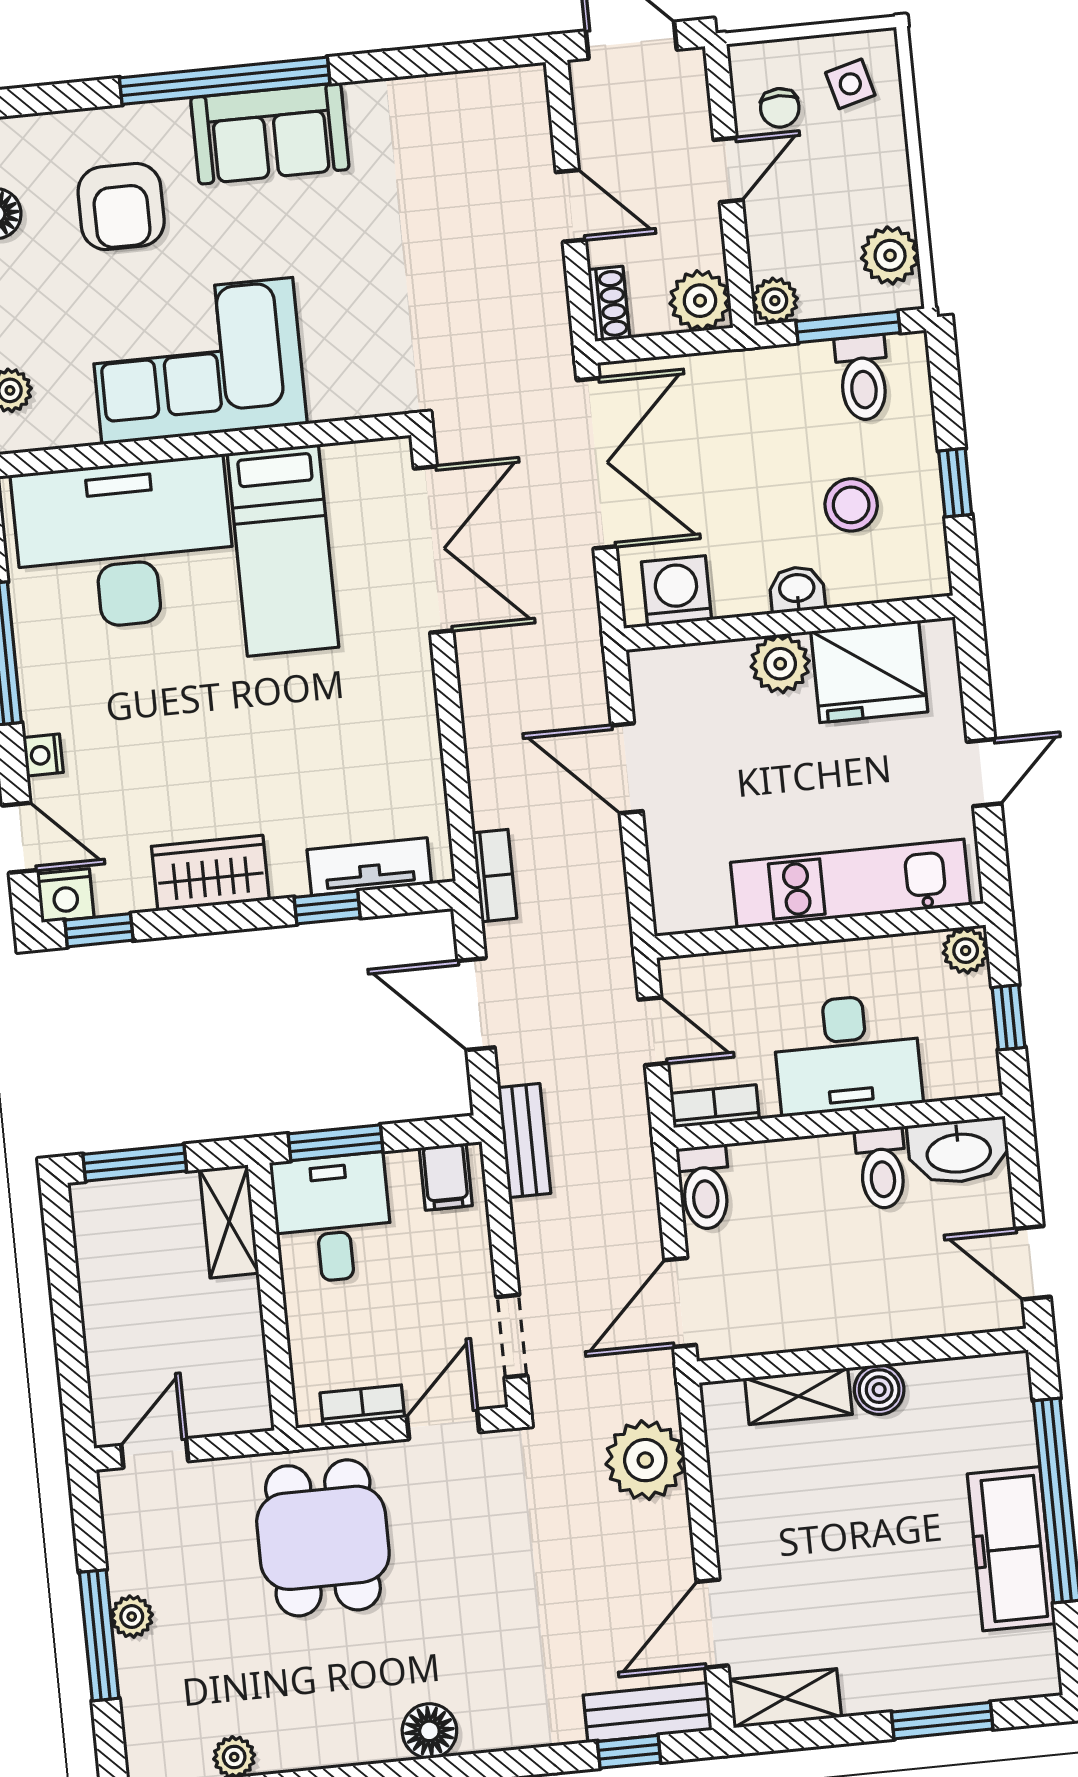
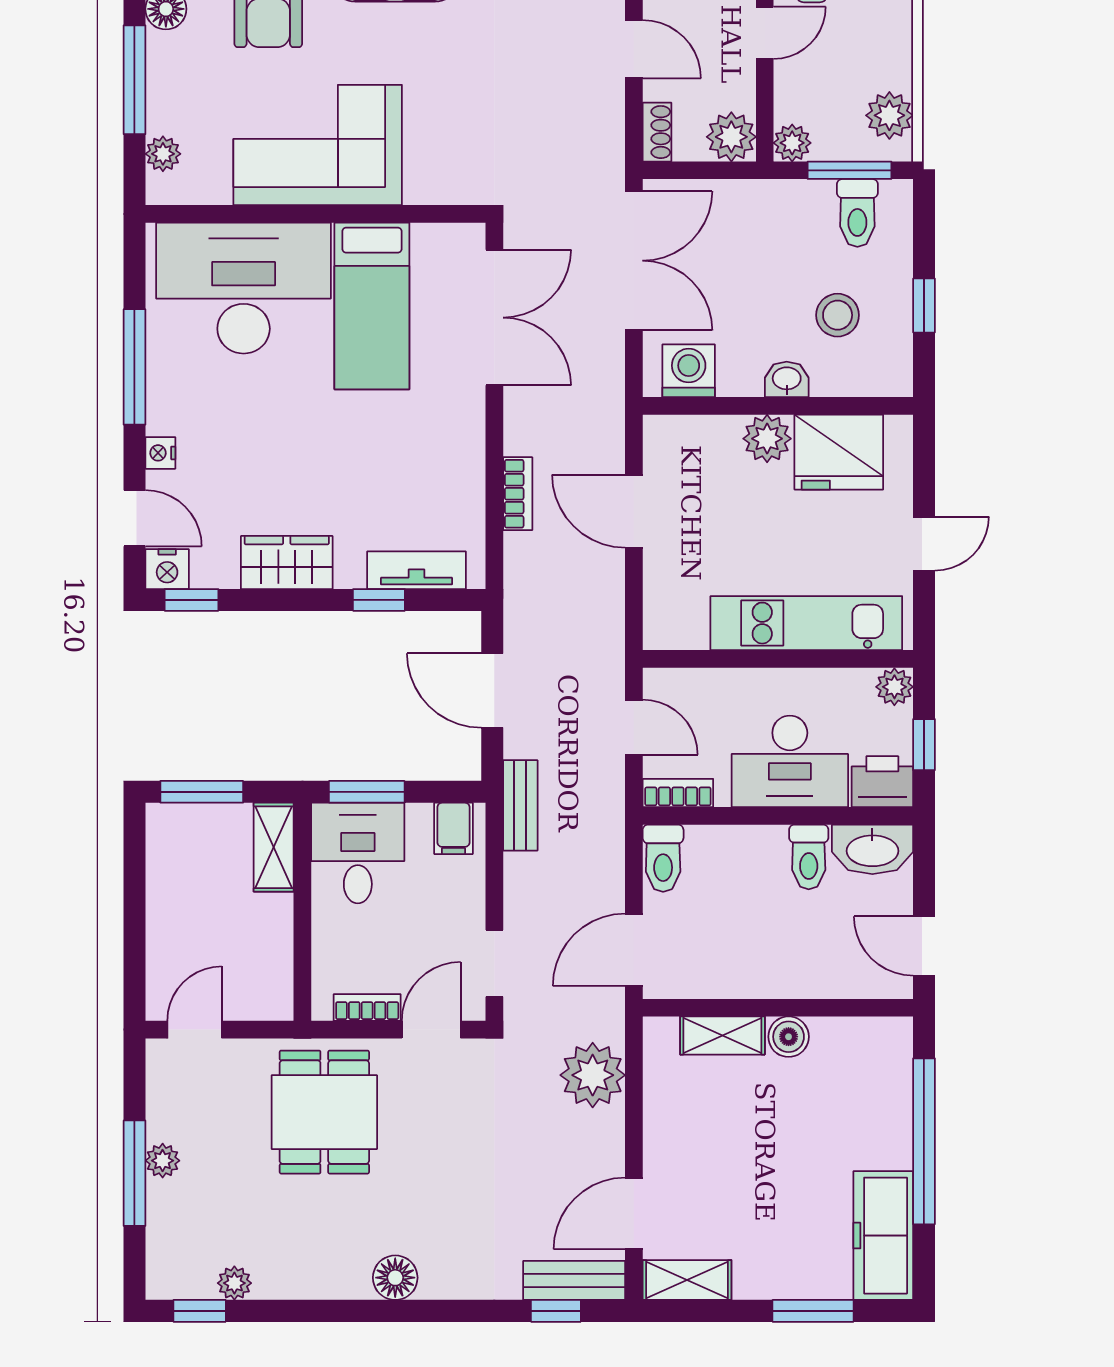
bookcase: (495, 876) -> (518, 494), moved
printer: (962, 1068) -> (882, 782), added
freezer: (1011, 1549) -> (883, 1236), moved

